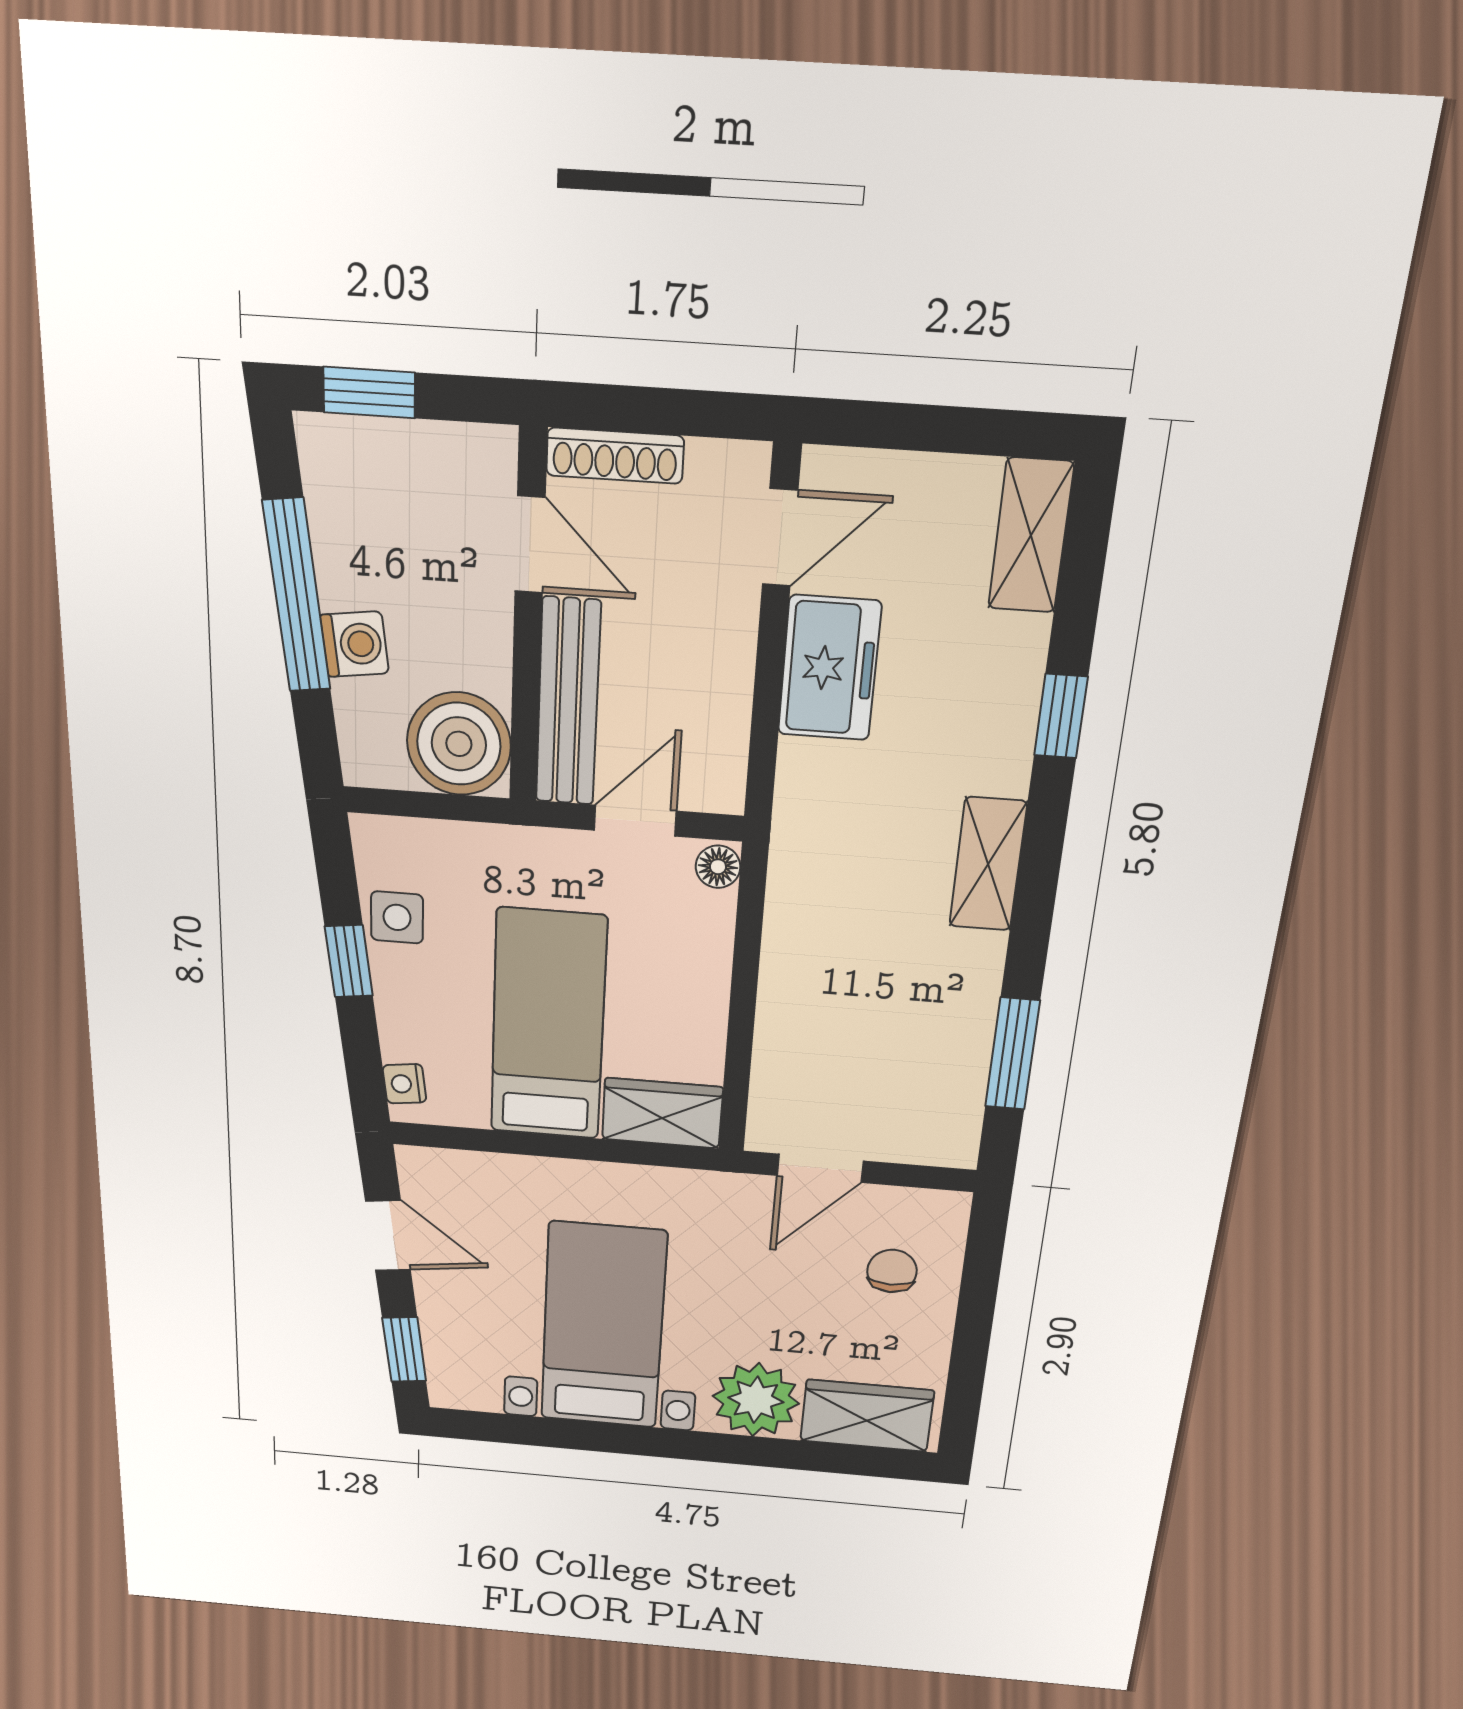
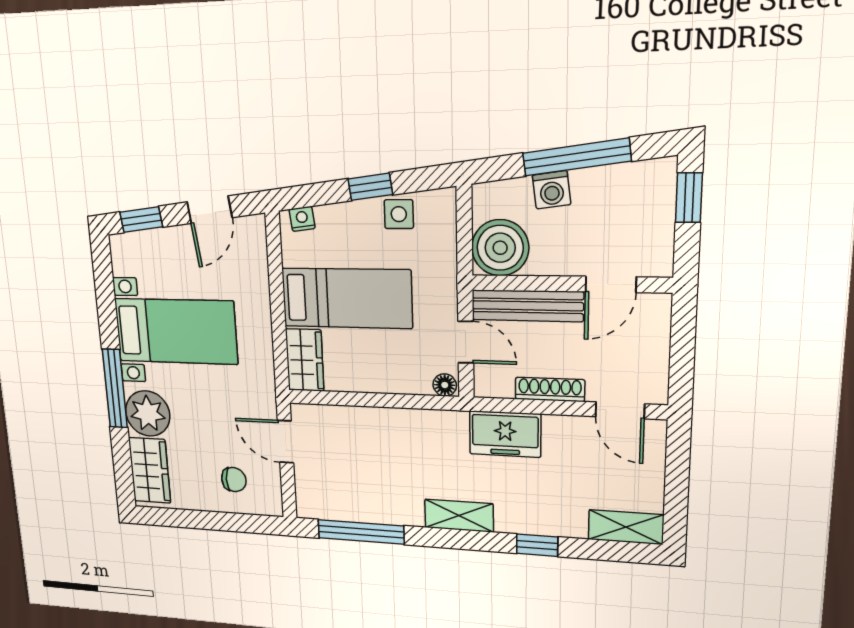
shoe rack: (615, 456) -> (550, 389), moved, turned 90
freezer: (829, 668) -> (505, 434), moved
window: (1012, 1054) -> (361, 532), width x1.44
window: (707, 1447) -> (115, 388), added

